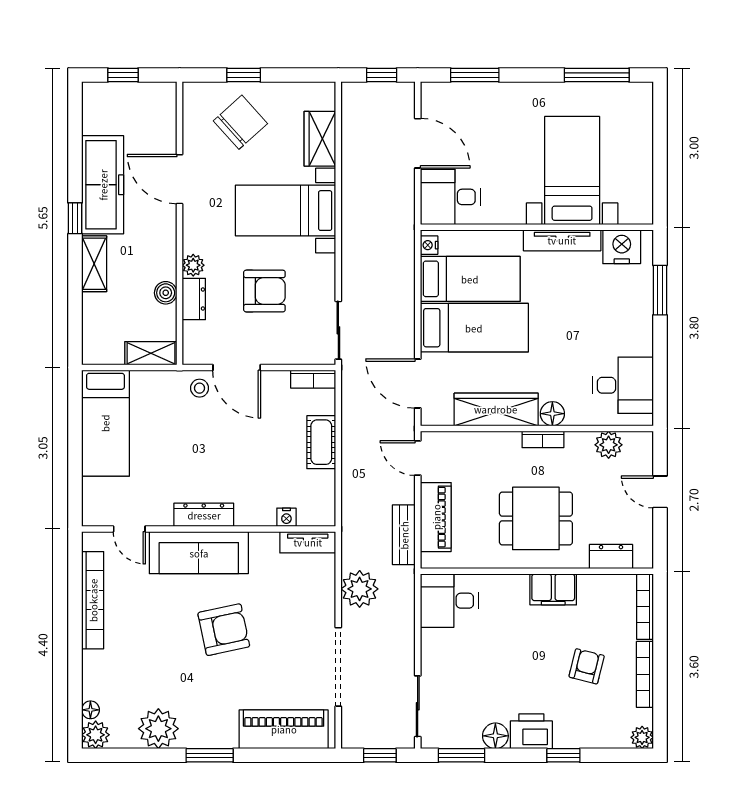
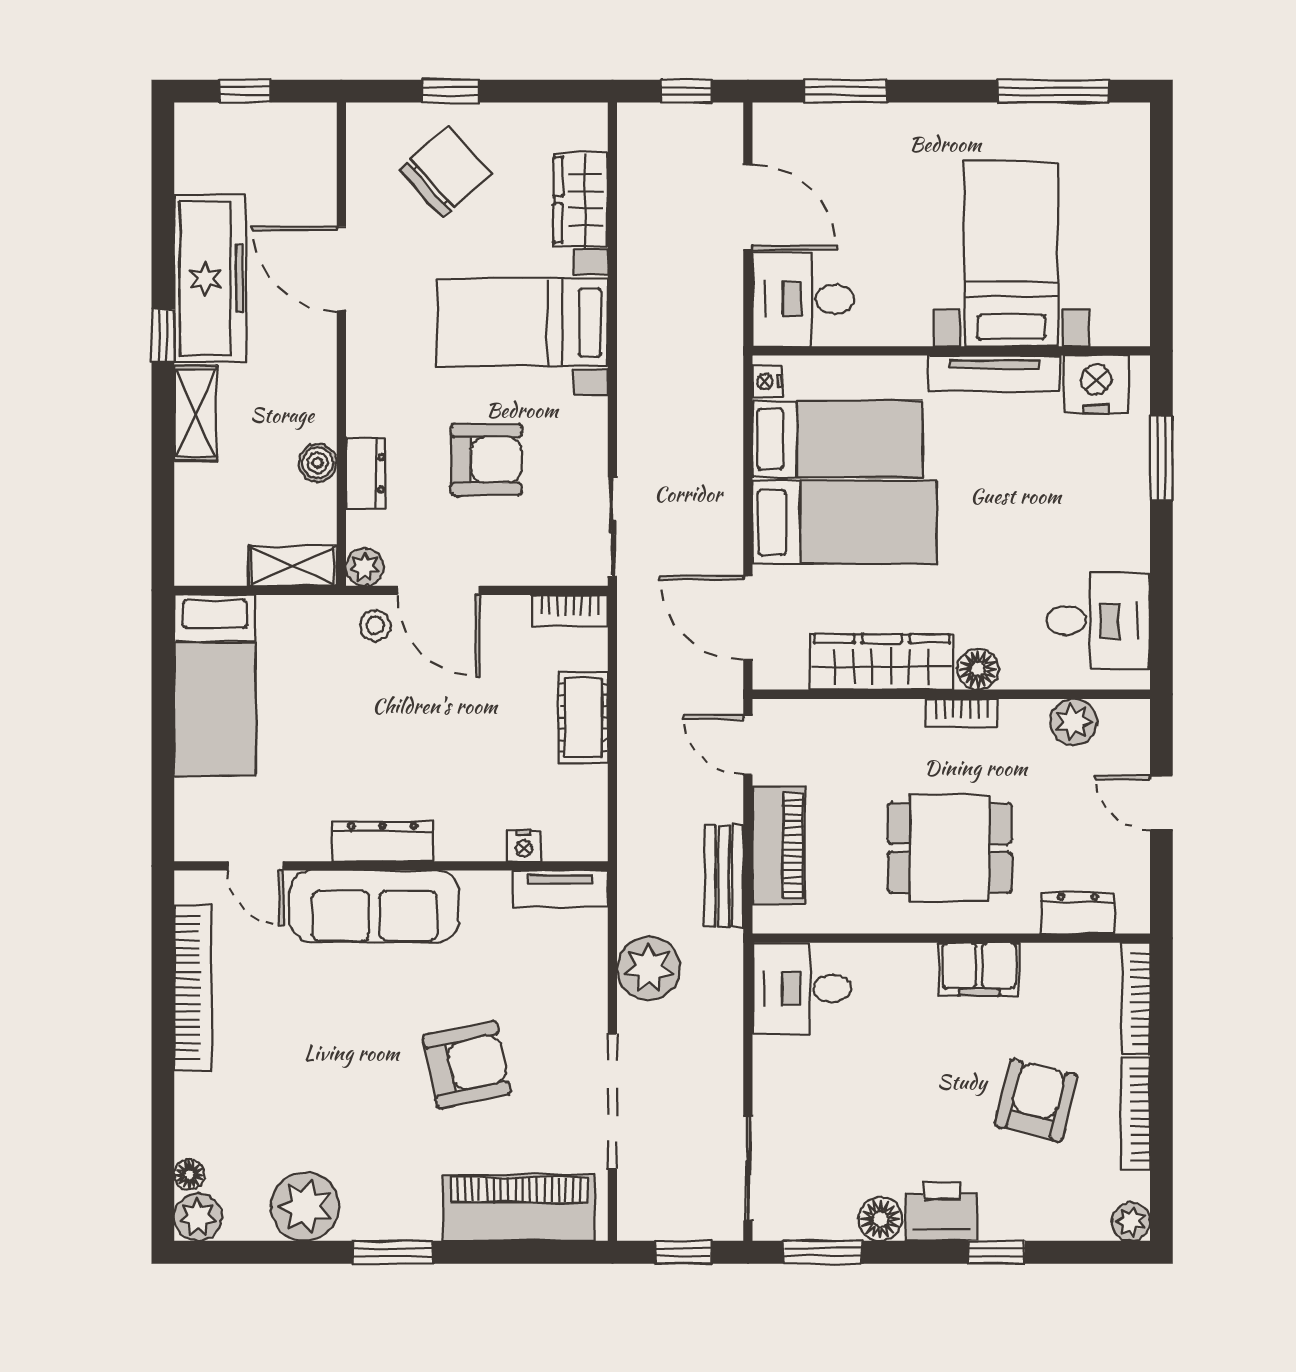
plant: (193, 265) -> (365, 567), moved
armchair: (224, 630) -> (467, 1065), moved
armchair: (587, 666) -> (1036, 1100), width x1.38, depth x1.38

